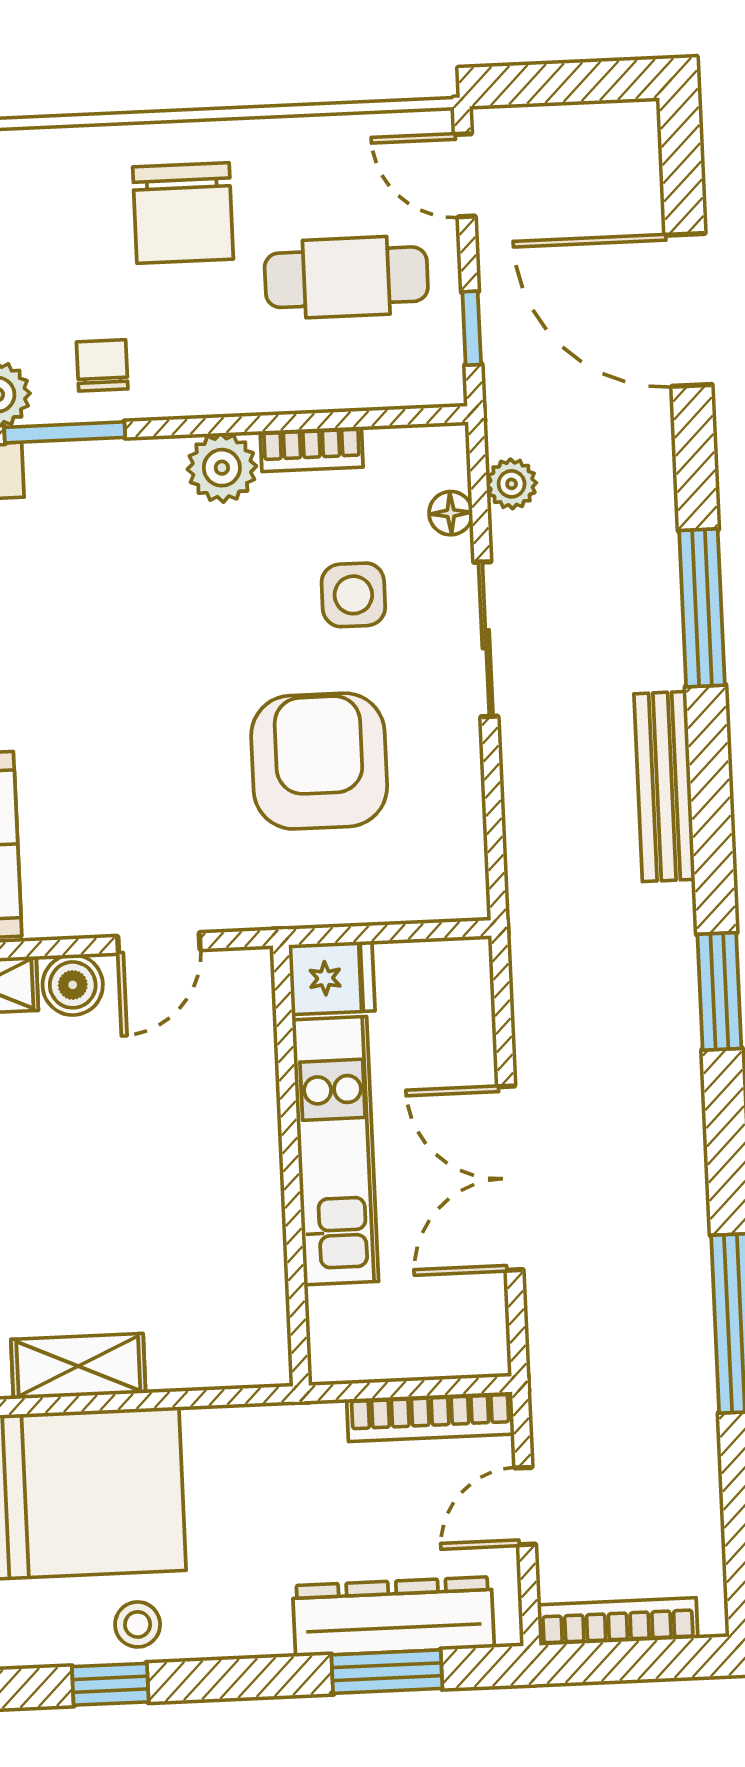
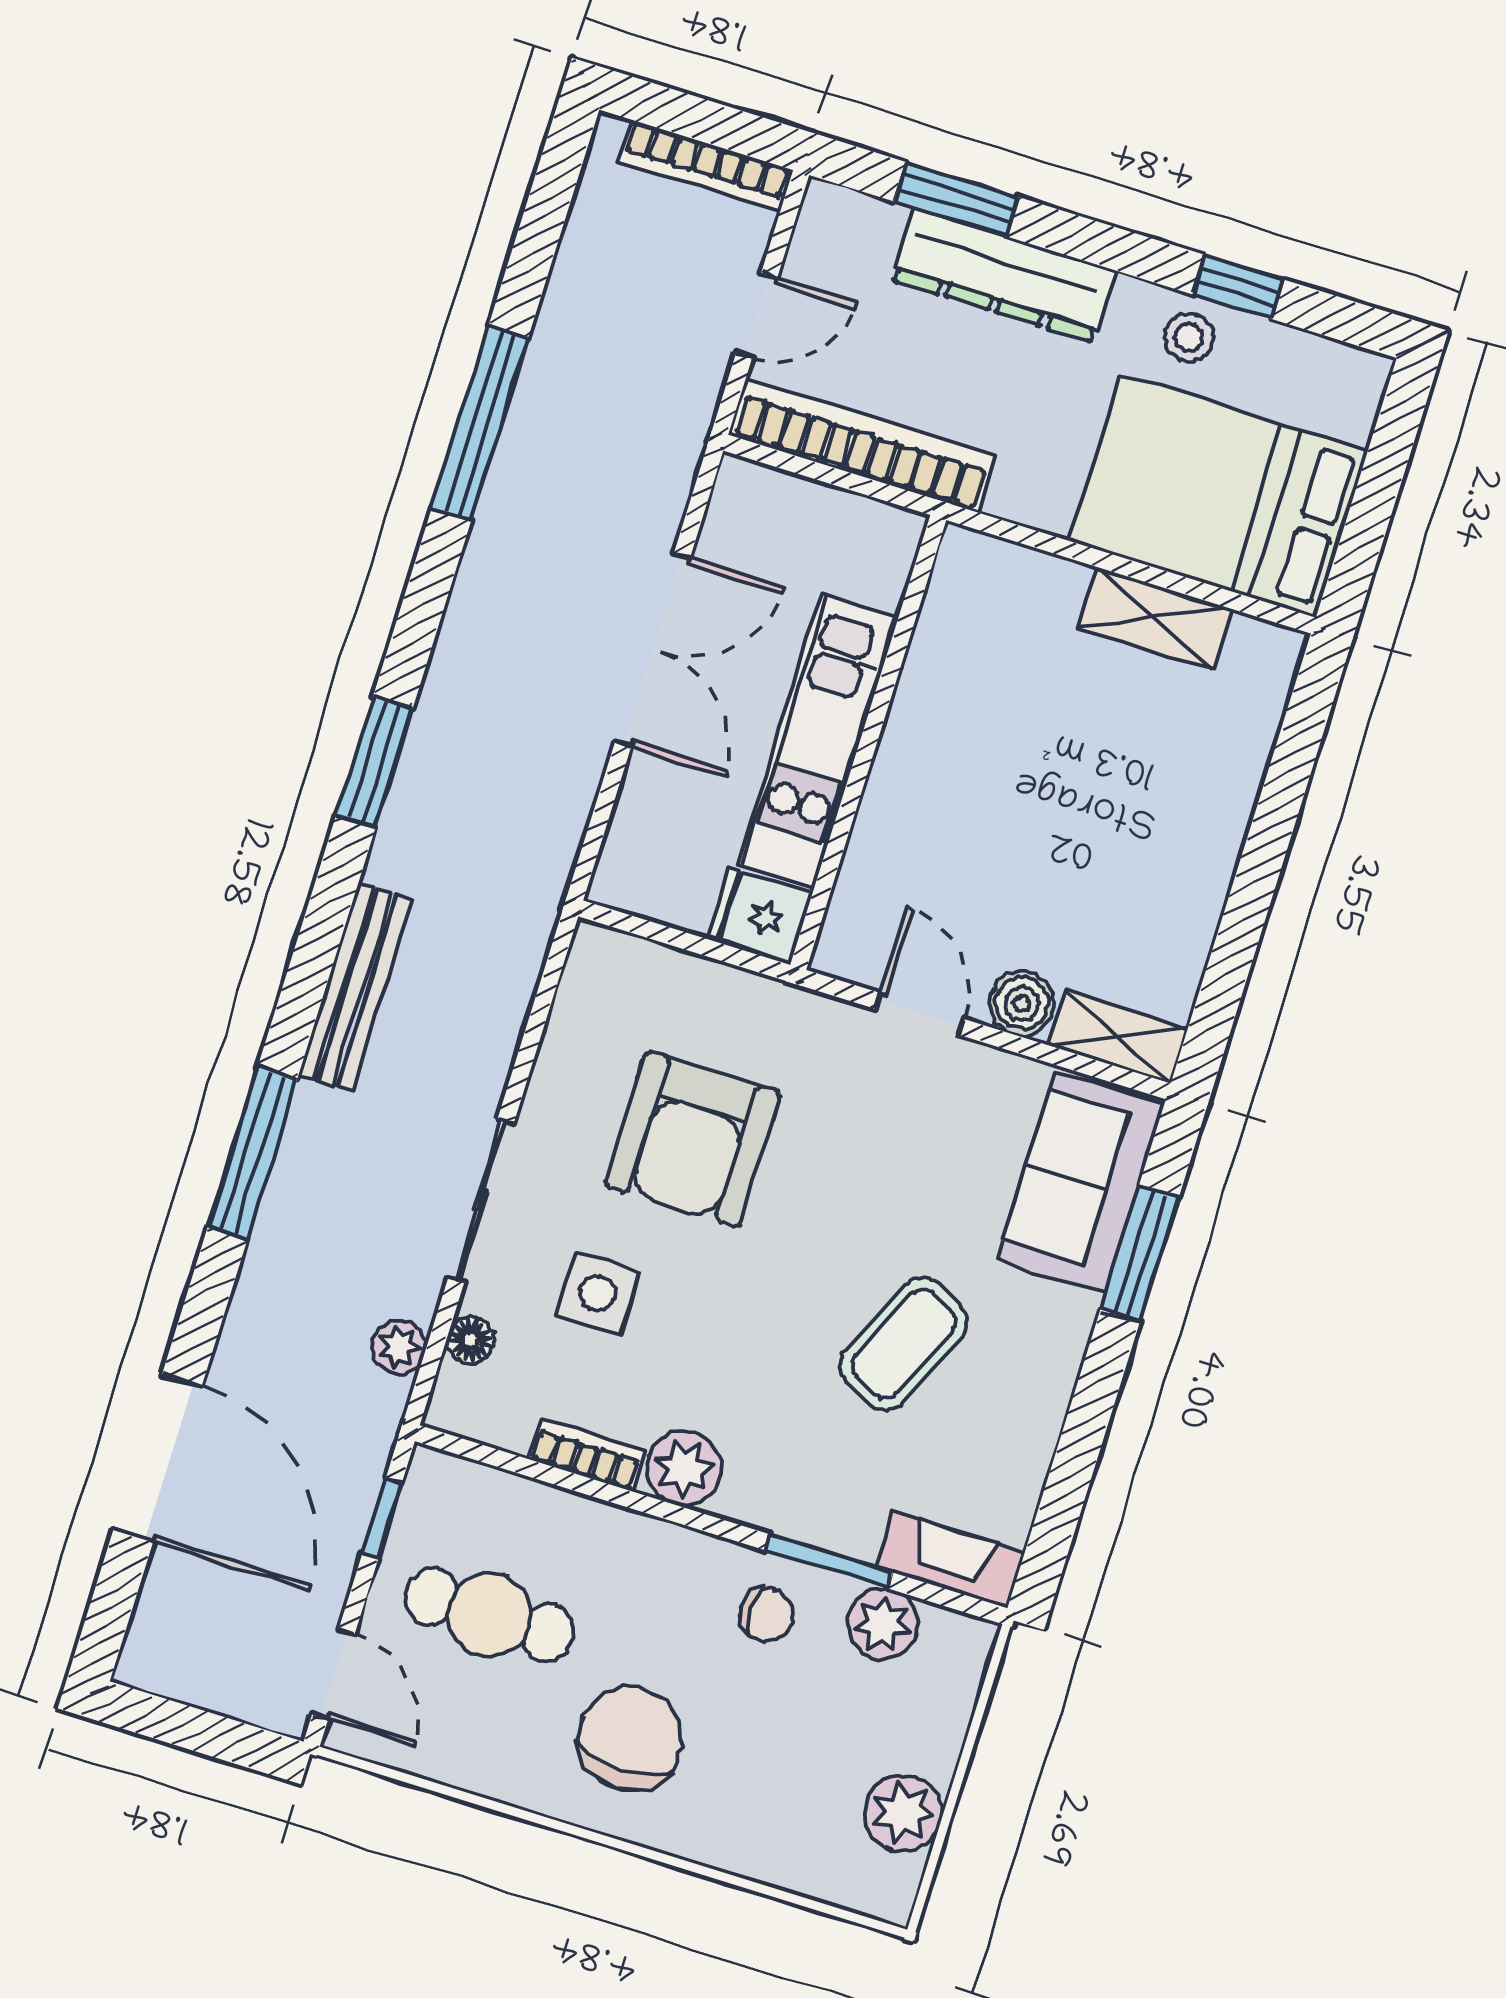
chair: (102, 365) -> (767, 1615), turned -90
coffee table: (68, 648) -> (904, 1344), added
door: (159, 943) -> (920, 1014), hinge flipped
bookcase: (430, 1417) -> (862, 445), width x1.48, depth x1.31
dresser: (393, 1617) -> (1003, 275), moved

